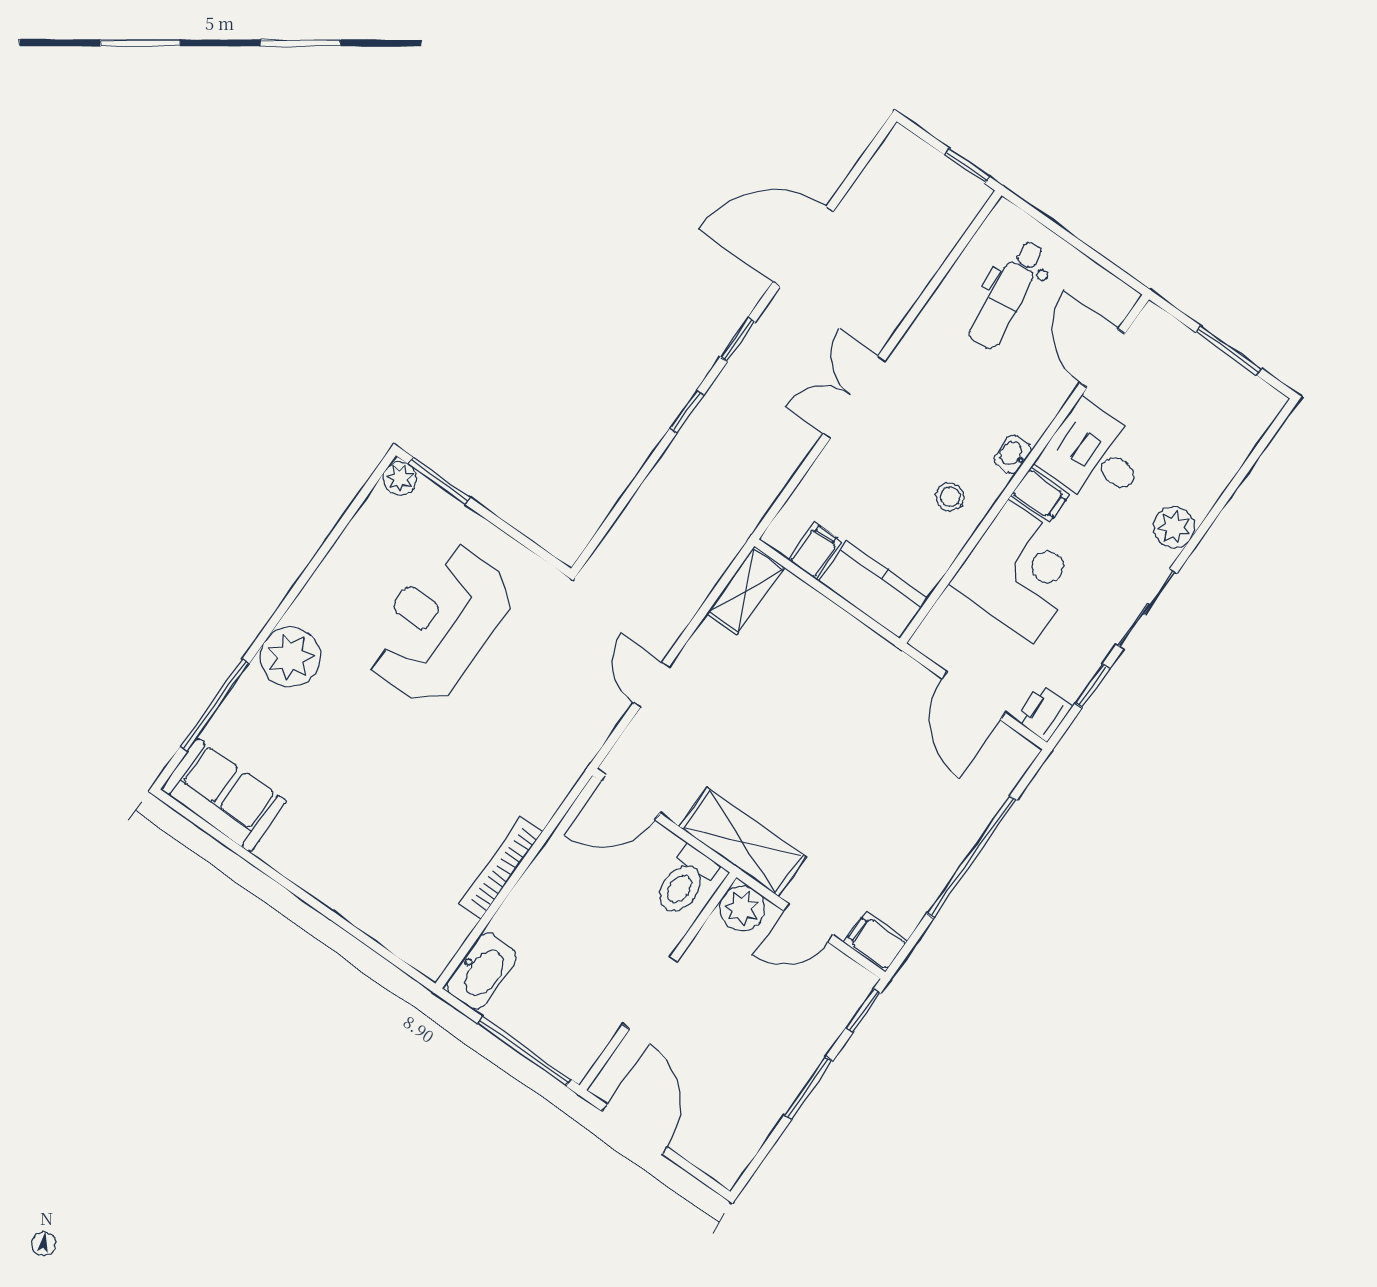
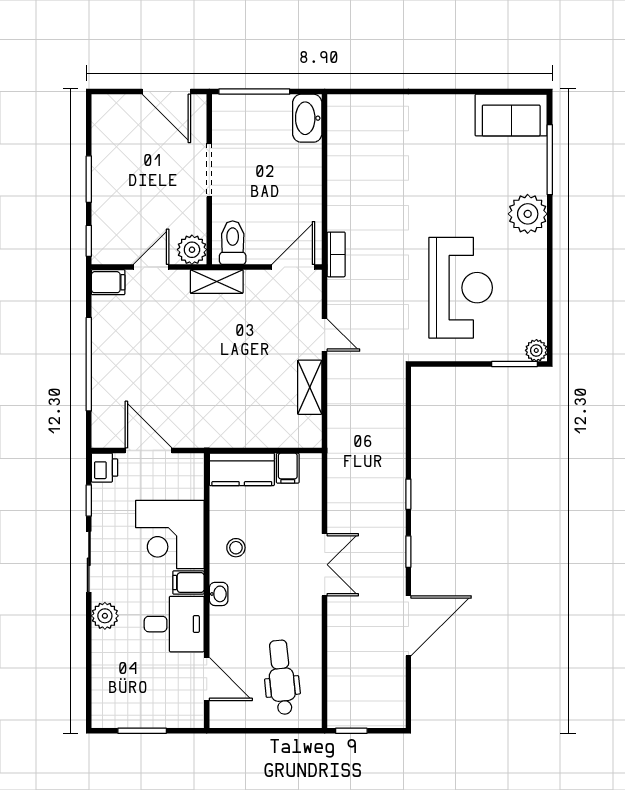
shelving: (745, 590) -> (310, 387), moved
shelving: (743, 842) -> (217, 282), width x0.67, depth x0.75
bookcase: (501, 868) -> (336, 254), moved, width x0.64

